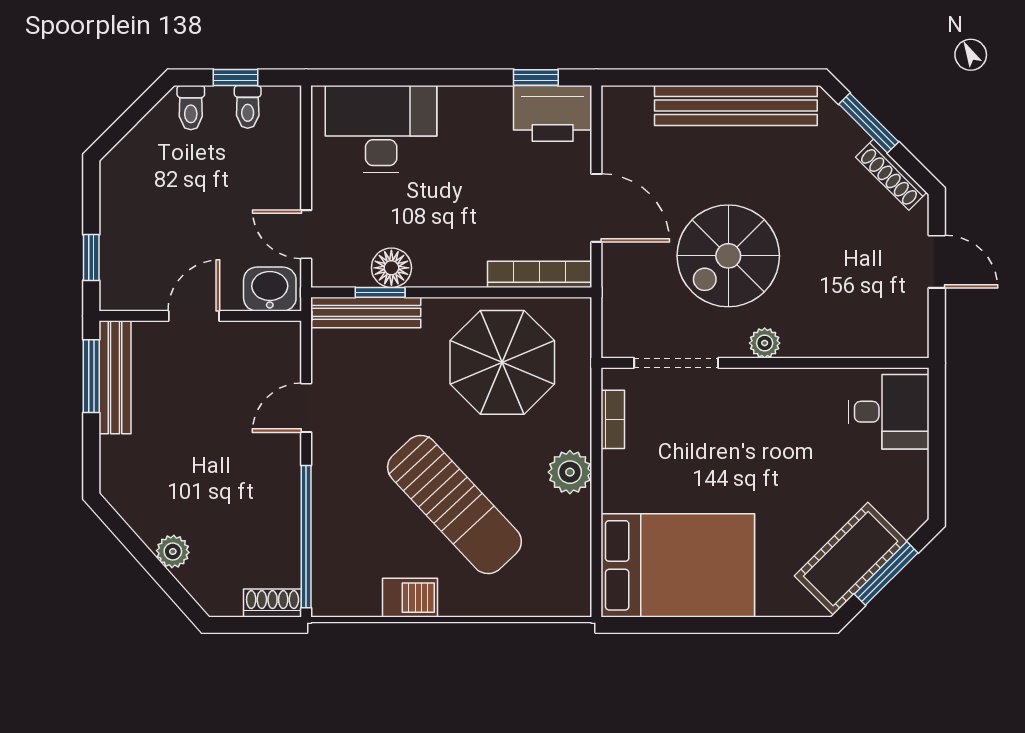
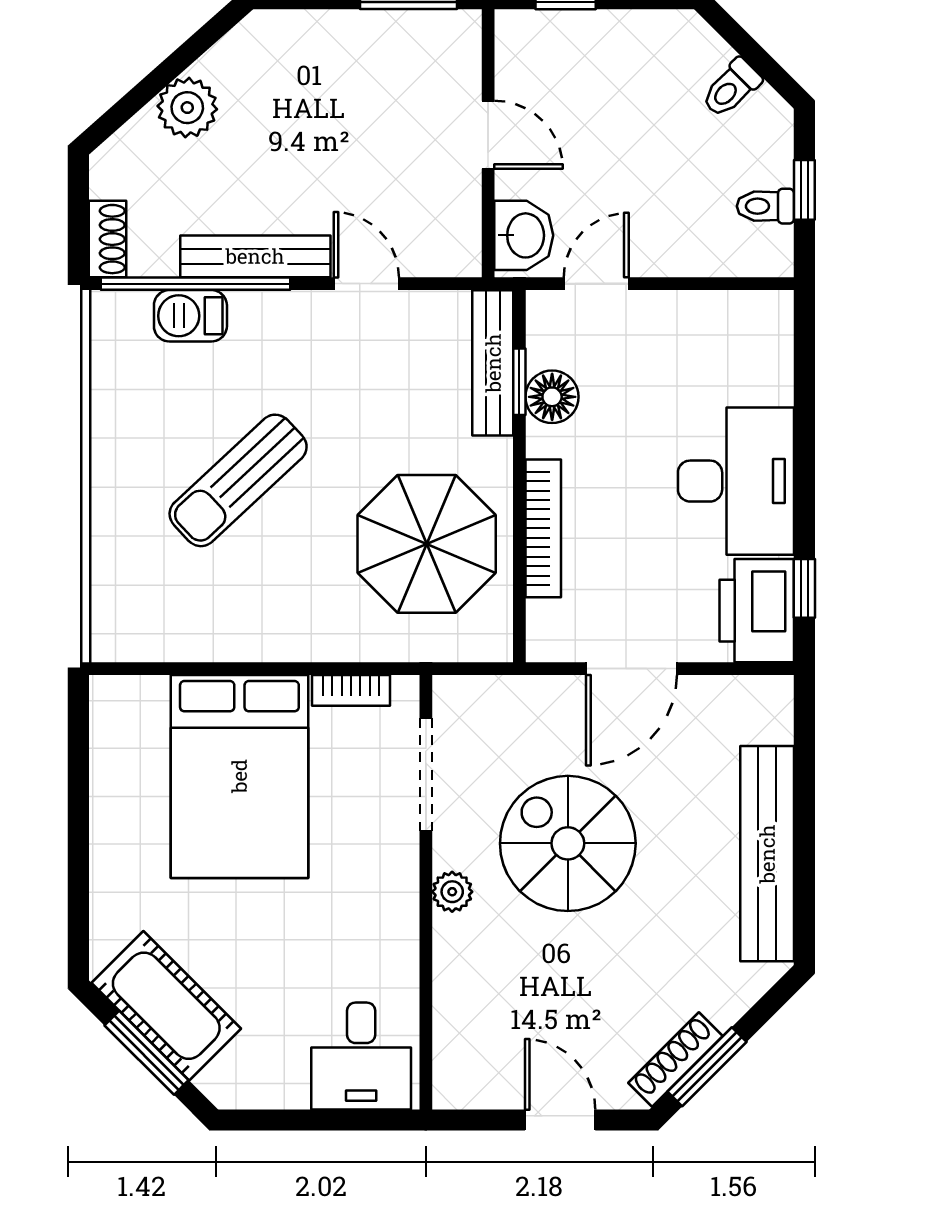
toilet: (191, 108) -> (731, 88), moved, turned -45
window: (869, 123) -> (707, 1067), moved
desk: (381, 129) -> (736, 481), moved
door: (937, 262) -> (560, 1120), swing flipped
bookcase: (540, 274) -> (543, 528), moved
bench: (115, 377) -> (255, 256), moved
plant: (570, 472) -> (281, 633), removed
sun lounger: (454, 504) -> (238, 480), width x0.73, depth x0.75
plant: (173, 551) -> (187, 108), width x1.38, depth x1.38
bed: (678, 565) -> (239, 776), moved
barbecue: (410, 598) -> (190, 316), moved, turned 90

